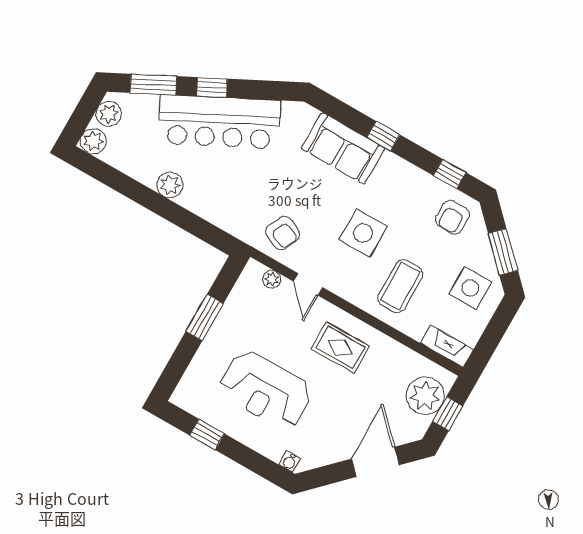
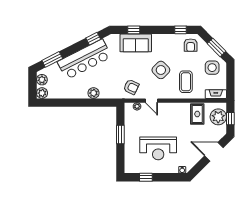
window: (212, 87) -> (93, 39), moved
window: (383, 136) -> (134, 30), moved
plant: (170, 185) -> (94, 93), moved
side table: (363, 233) -> (161, 70), turned 45
rug: (340, 347) -> (197, 114), moved, turned 90
door: (375, 462) -> (214, 152), hinge flipped

